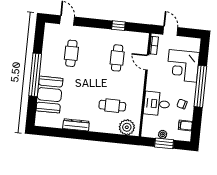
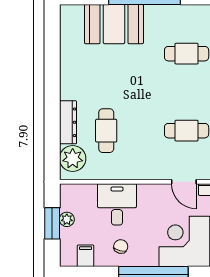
door: (147, 63) -> (184, 182), swing flipped
dresser: (76, 125) -> (68, 122), moved

